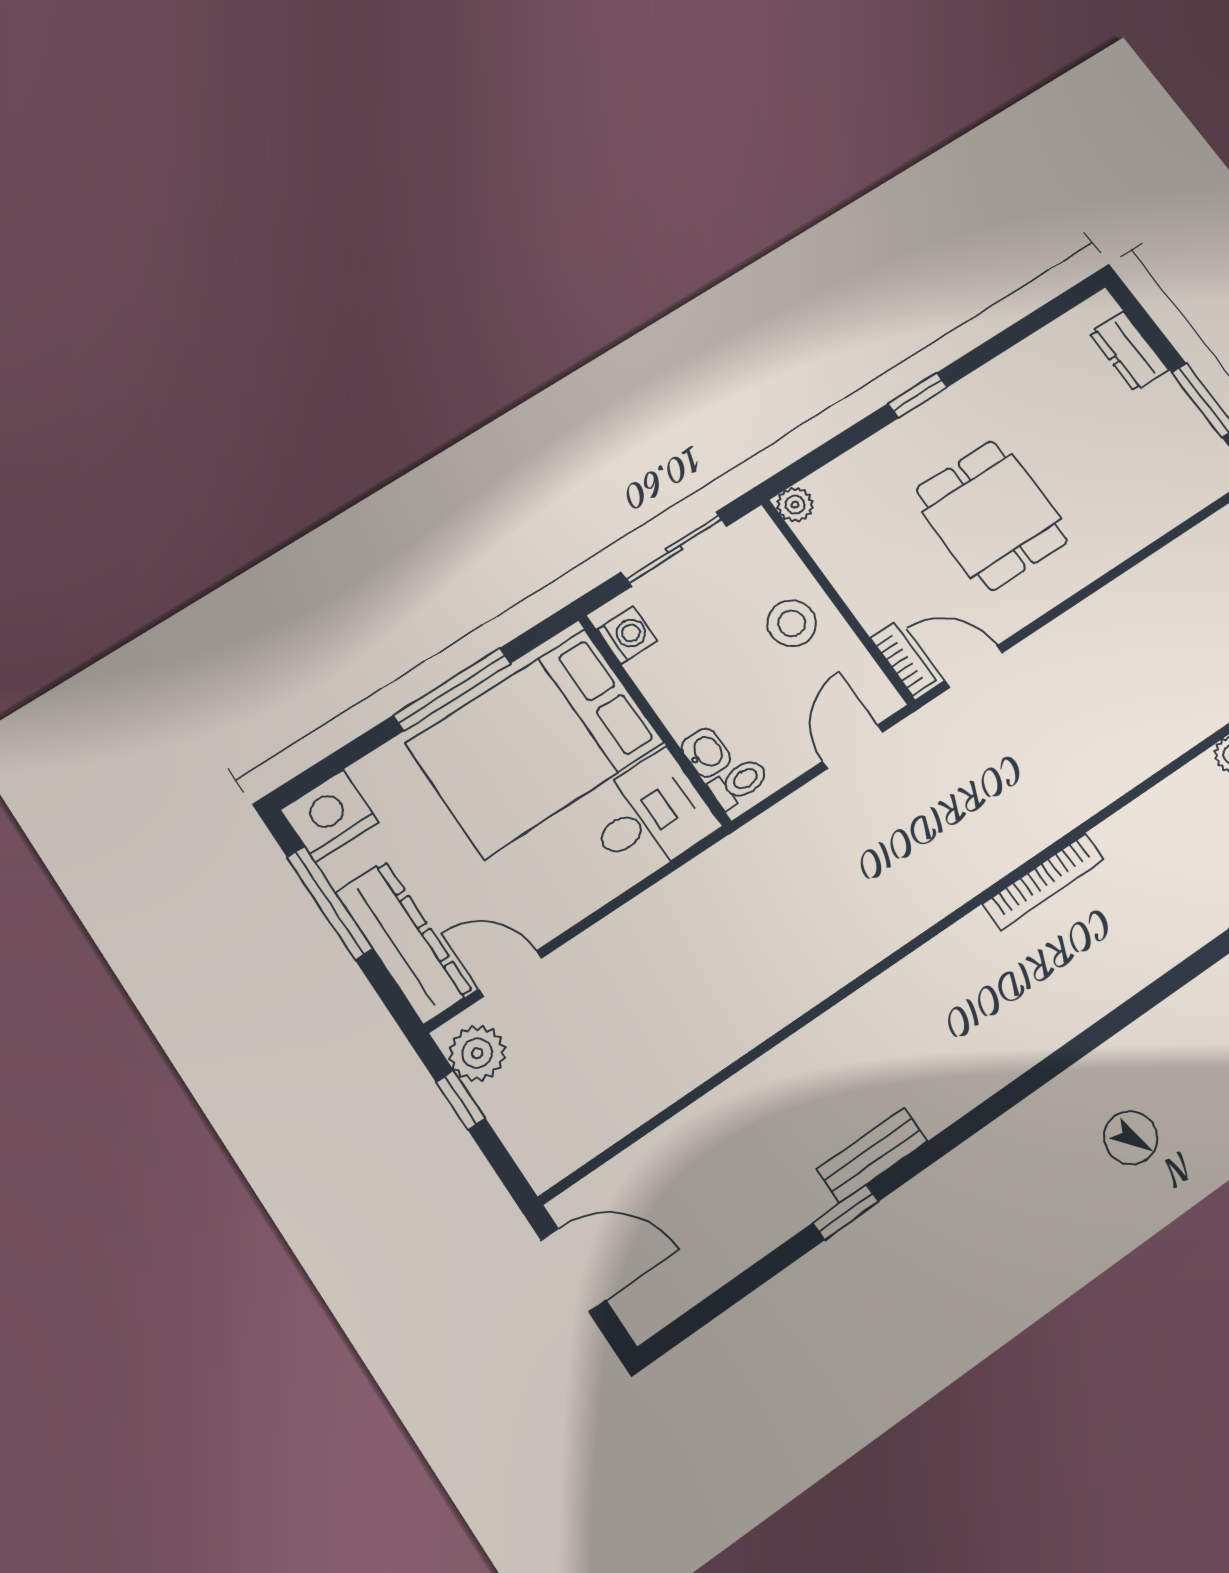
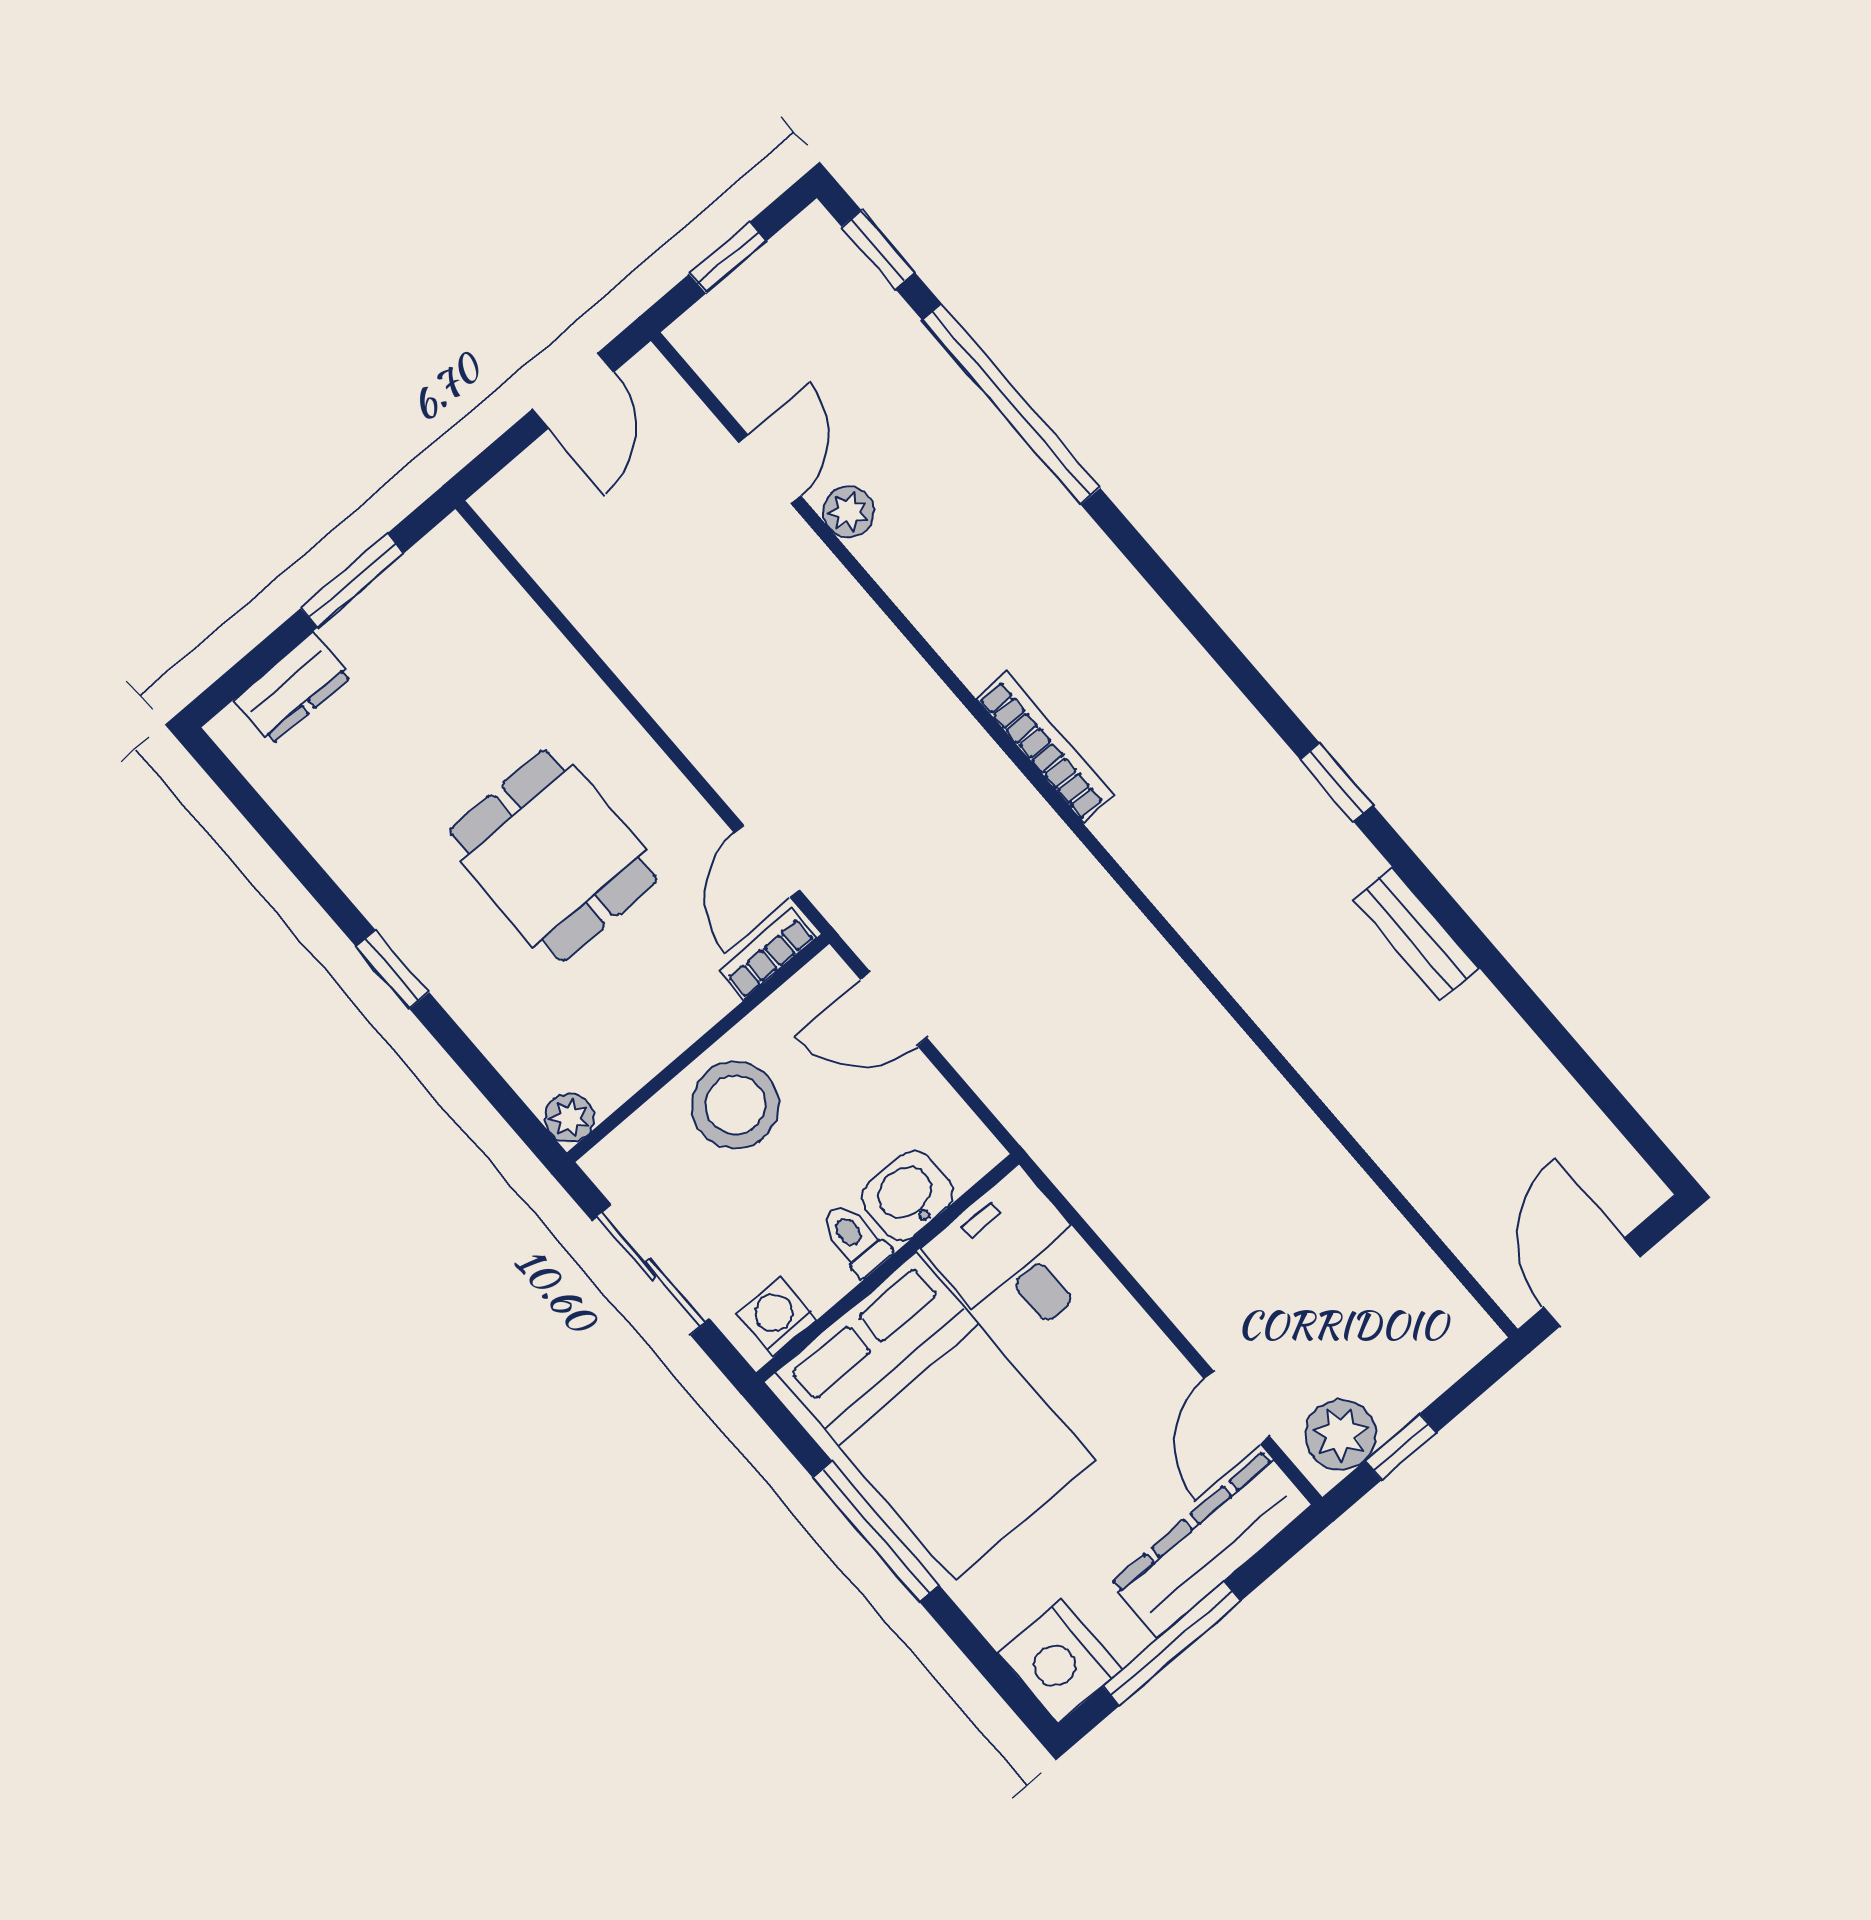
dining table: (992, 515) -> (553, 855), turned 90
stool: (792, 623) -> (735, 1105), width x1.38, depth x1.38
washbasin: (706, 753) -> (908, 1196), width x1.38, depth x1.45
toilet: (739, 783) -> (855, 1239), moved
window: (846, 1212) -> (1336, 782), moved

